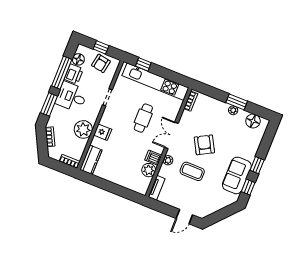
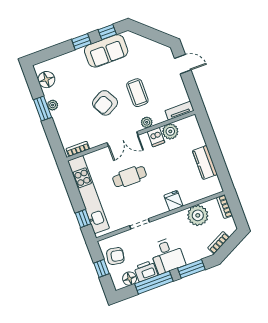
plant: (83, 129) -> (198, 215), moved
kitchen counter: (91, 160) -> (205, 162), moved, turned -90

